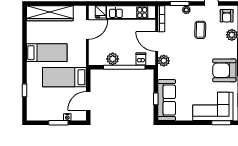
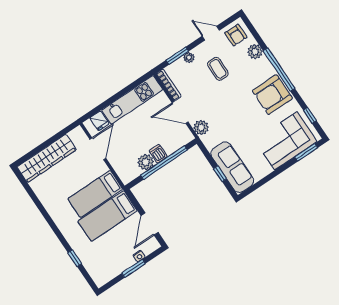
bed: (47, 53) -> (95, 194), moved, turned 180
dishwasher: (141, 59) -> (158, 154), moved

